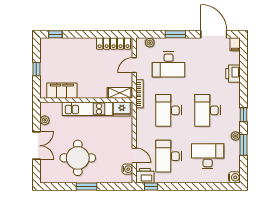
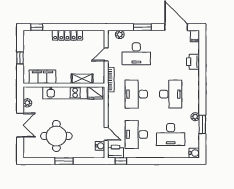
locker: (114, 43) -> (67, 35), moved
shelving: (120, 93) -> (82, 79), moved
desk: (208, 110) -> (171, 94), turned 180
window: (244, 115) -> (202, 98), removed
desk: (208, 156) -> (171, 134), turned 180

